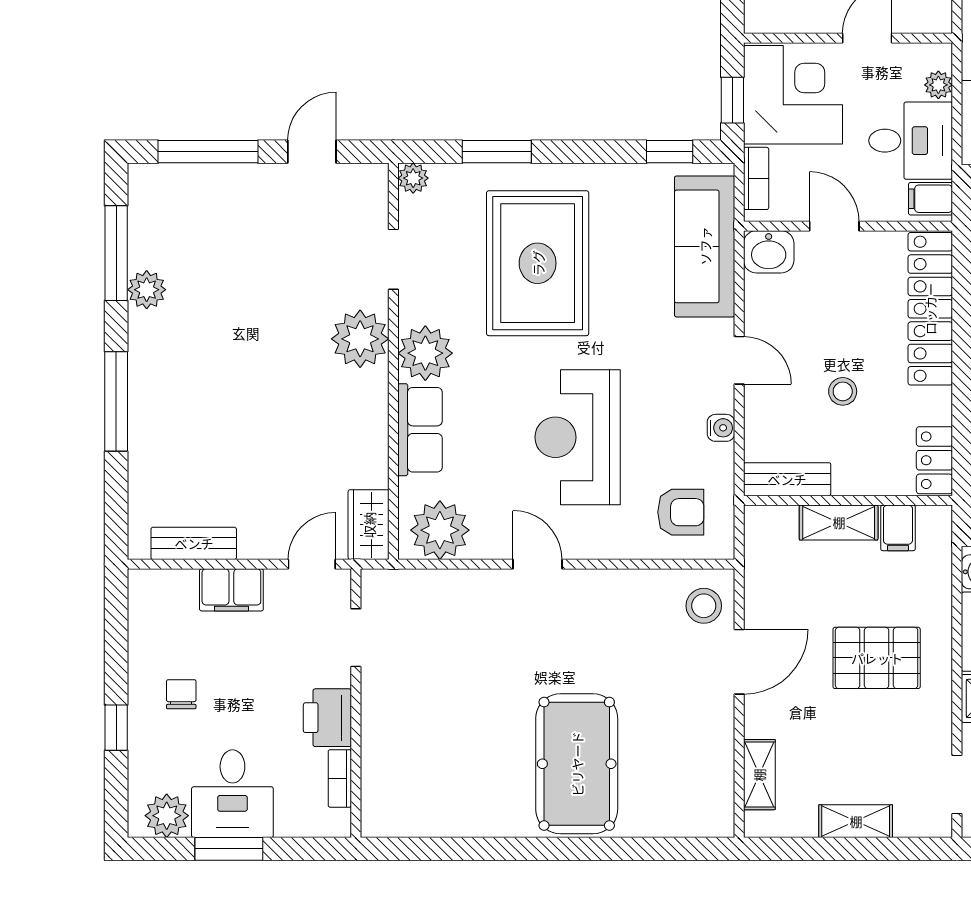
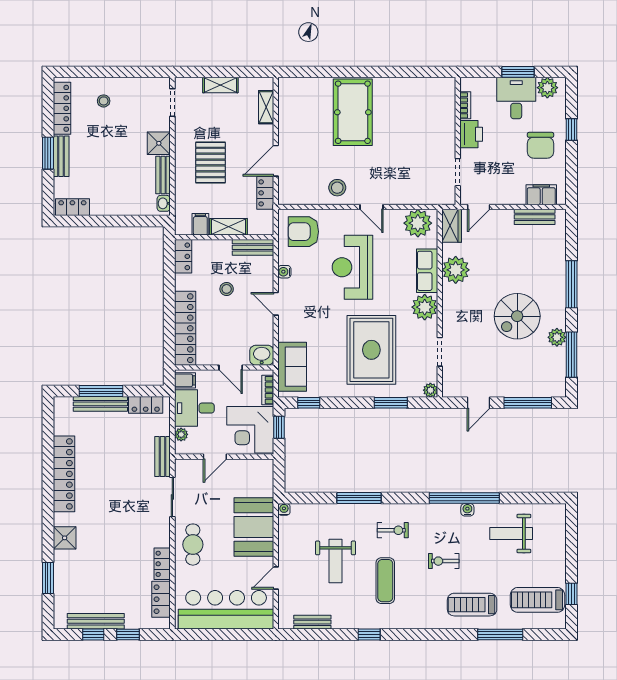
sofa: (705, 246) -> (292, 367), width x0.73
spiral stairs: (230, 334) -> (517, 316), added
plant: (360, 339) -> (456, 270), moved
reception desk: (578, 437) -> (352, 267), turned 180
armchair: (681, 512) -> (303, 232), width x1.38, depth x1.38
filing cabinet: (231, 590) -> (541, 195), moved
locker: (761, 594) -> (265, 193), added
stool: (704, 606) -> (337, 188), moved
pallet: (877, 658) -> (211, 163), turned 90
chair: (181, 694) -> (540, 145), width x1.87, depth x1.87

